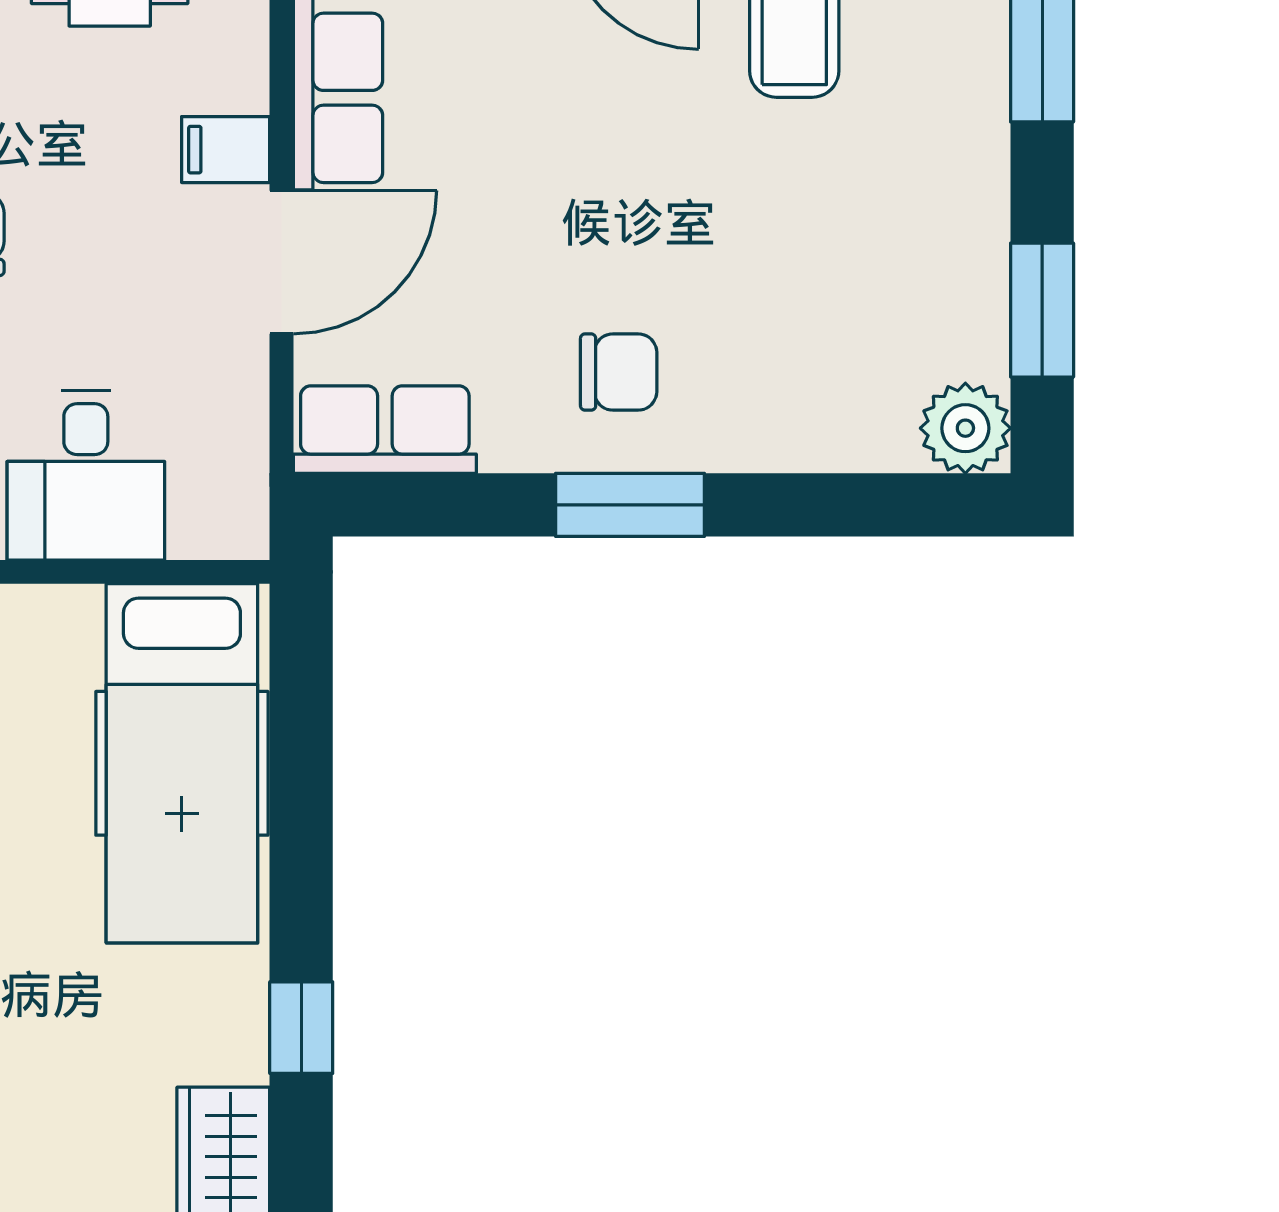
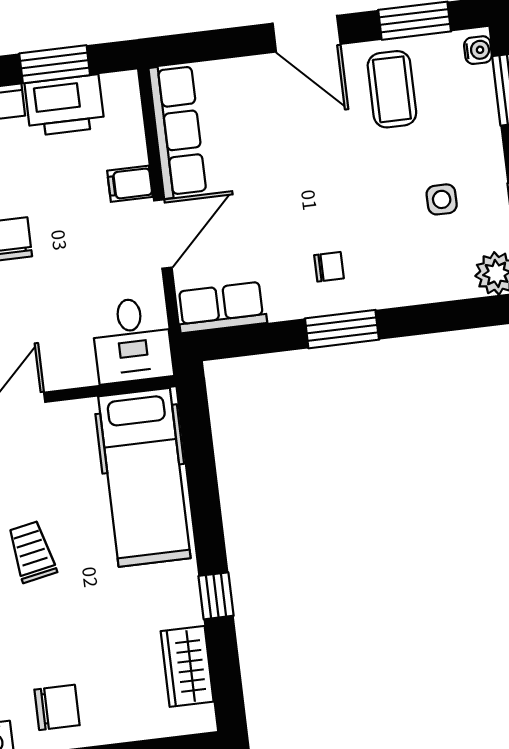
side table: (870, 260) -> (442, 199), added
chair: (619, 372) -> (329, 267), width x0.73, depth x0.73
desk: (86, 475) -> (132, 340), moved

